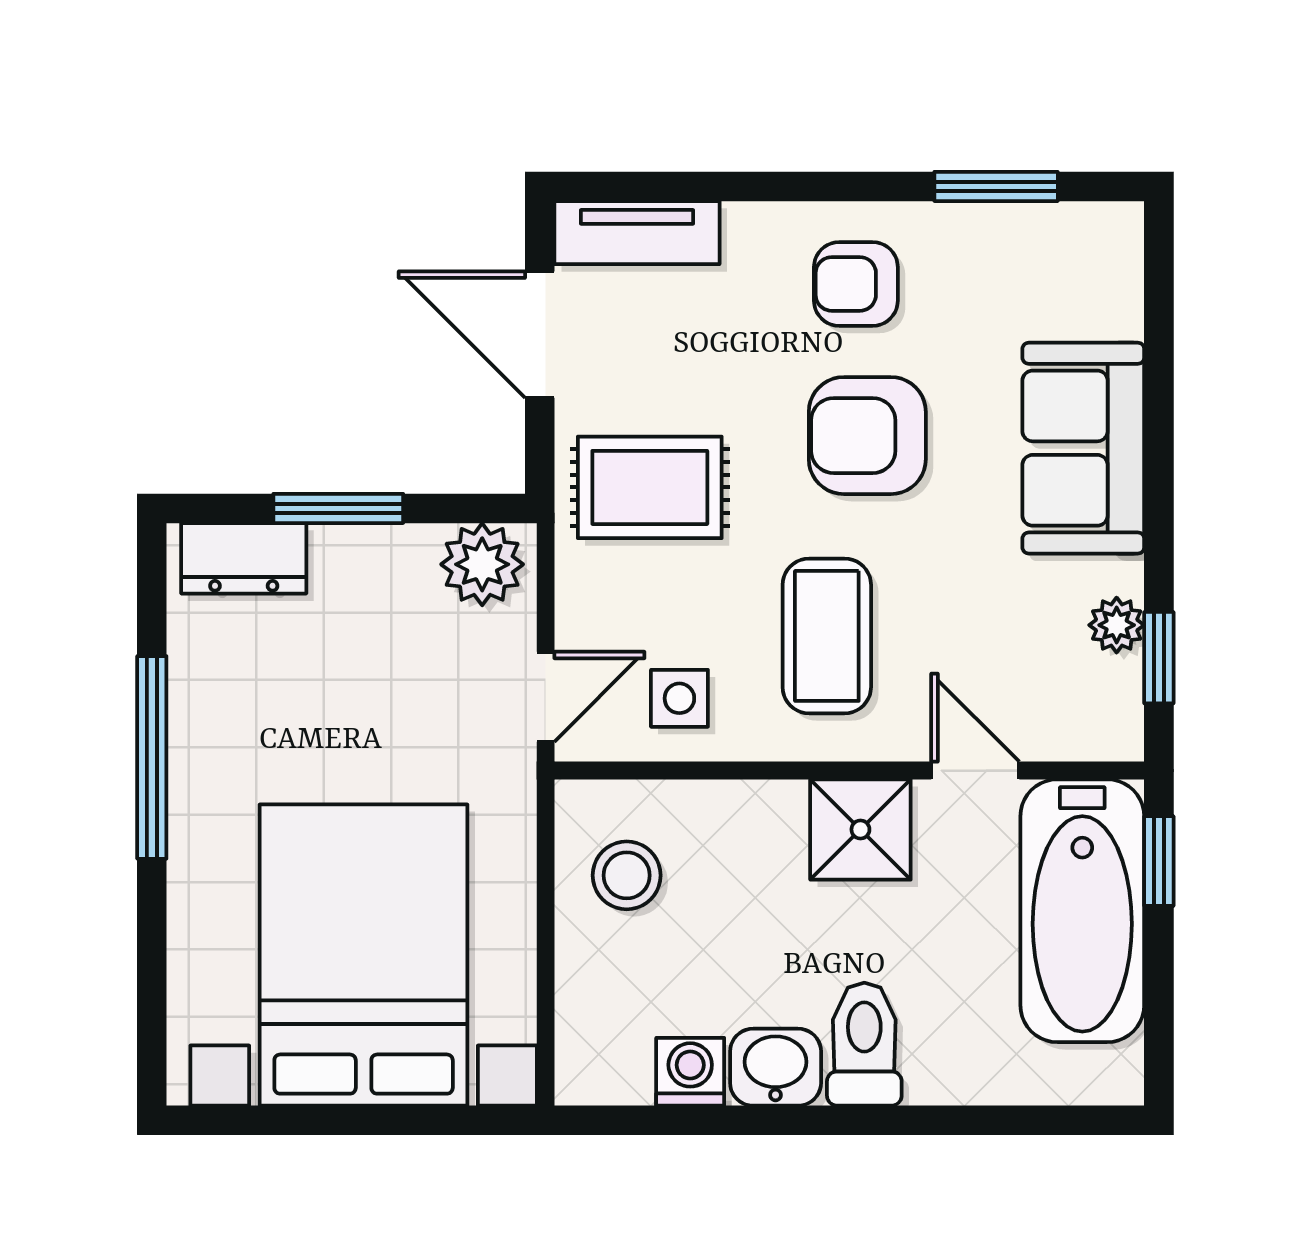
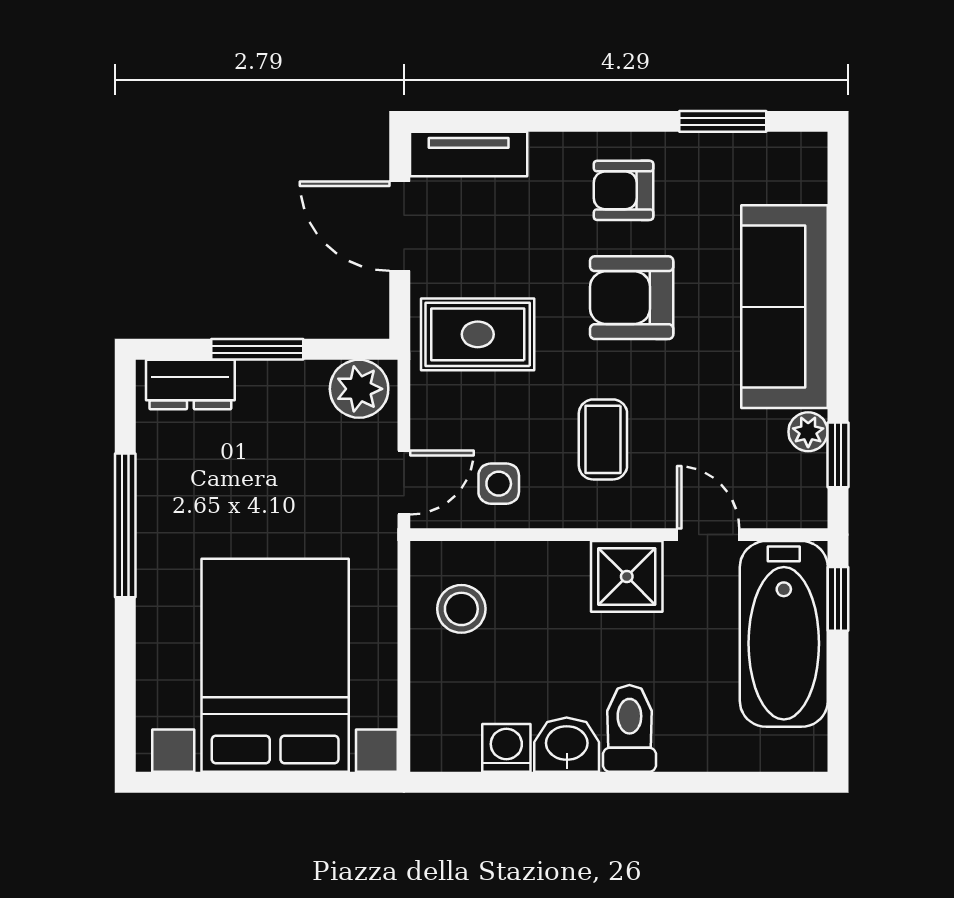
sofa: (1083, 448) -> (784, 307), width x1.36
coffee table: (827, 636) -> (603, 439), width x0.73, depth x0.77

